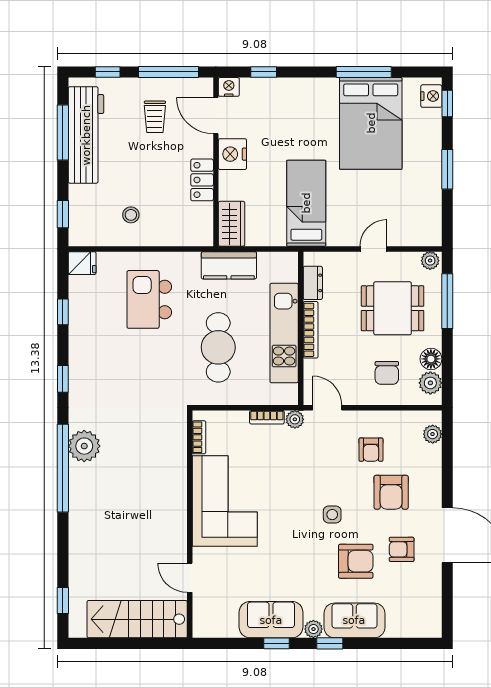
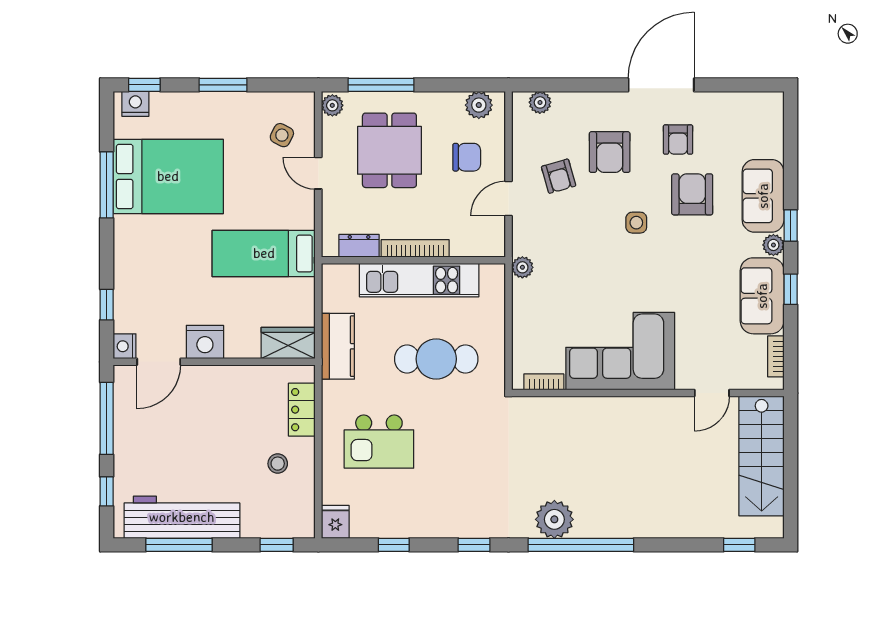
trolley: (155, 117) -> (160, 435), removed
locker: (202, 180) -> (302, 410), moved, turned 90
side table: (405, 218) -> (282, 135), added
floor lamp: (431, 359) -> (450, 104), removed
door: (327, 408) -> (509, 199), moved
bookcase: (267, 417) -> (776, 356), moved, turned 180
armchair: (371, 450) -> (559, 176), turned 74
armchair: (391, 492) -> (610, 152), turned 90

